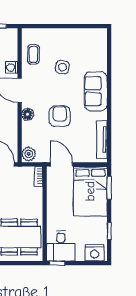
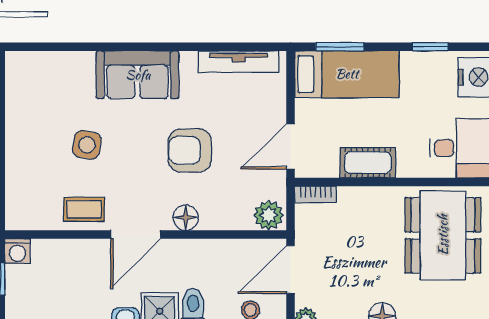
coffee table: (33, 54) -> (84, 209), moved
washing machine: (12, 67) -> (17, 251), moved
bed: (90, 191) -> (347, 74), width x0.67
cot: (54, 201) -> (368, 163), added

